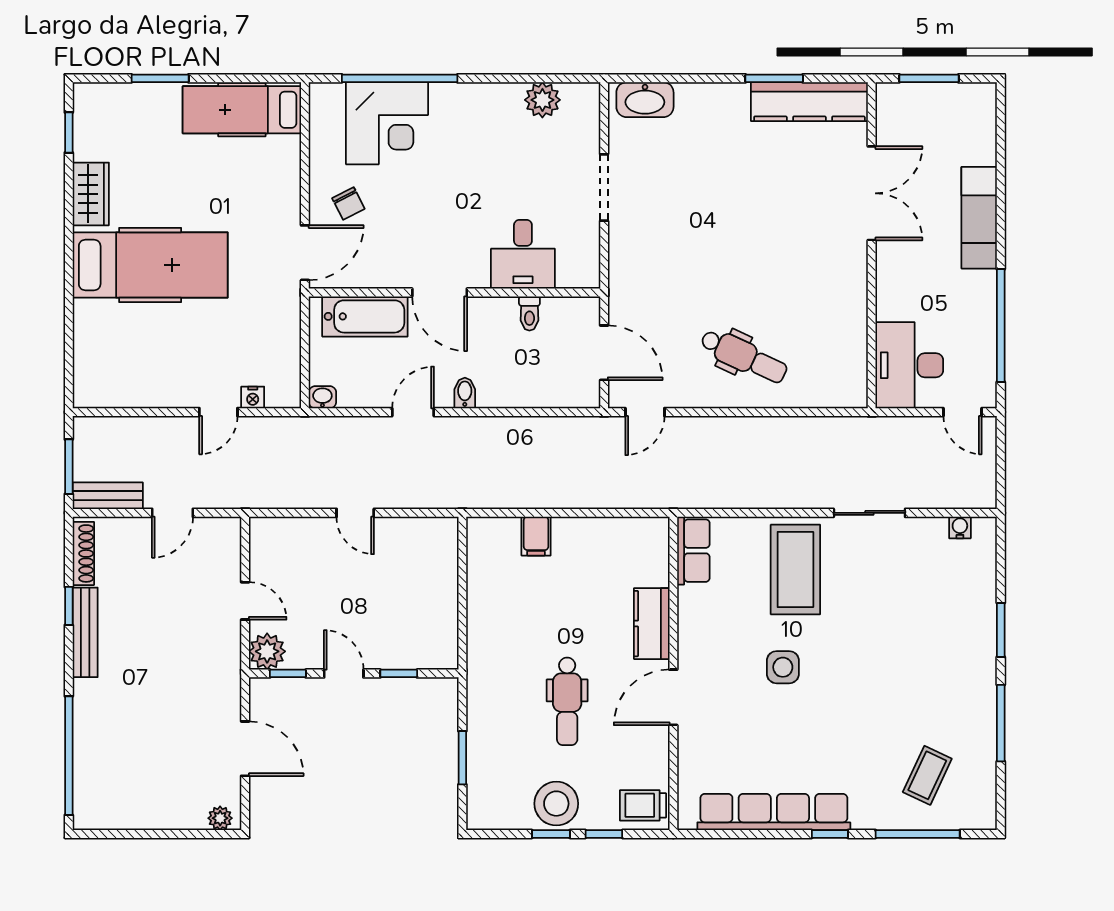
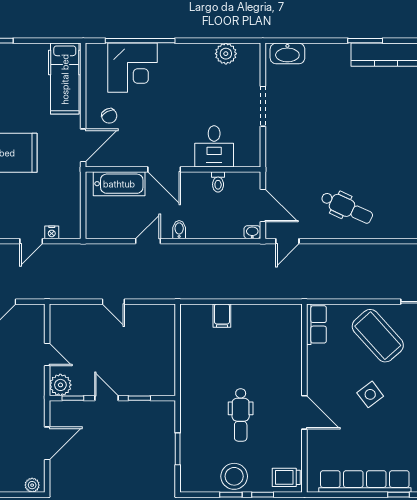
hospital bed: (242, 110) -> (65, 79), moved, turned -90
washbasin: (322, 397) -> (252, 232), moved
coffee table: (795, 570) -> (378, 336), turned -42
kitchen counter: (652, 624) -> (291, 368), removed
side table: (783, 667) -> (370, 394), turned -37
door: (673, 697) -> (304, 412), swing flipped
door: (245, 749) -> (47, 443), hinge flipped

